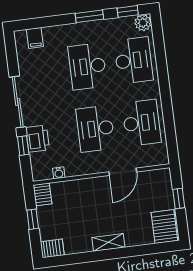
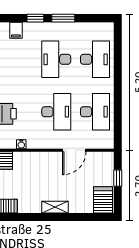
window: (128, 11) -> (35, 18), moved
plant: (143, 23) -> (107, 29), removed
desk: (95, 129) -> (56, 112), turned 180

